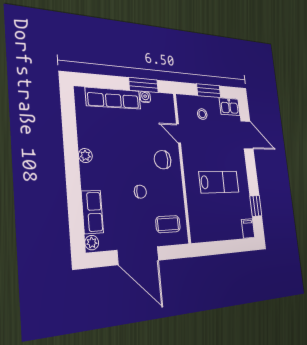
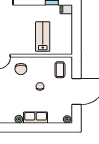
lab bench: (219, 182) -> (43, 37), moved
row of seats: (92, 212) -> (36, 118), moved

